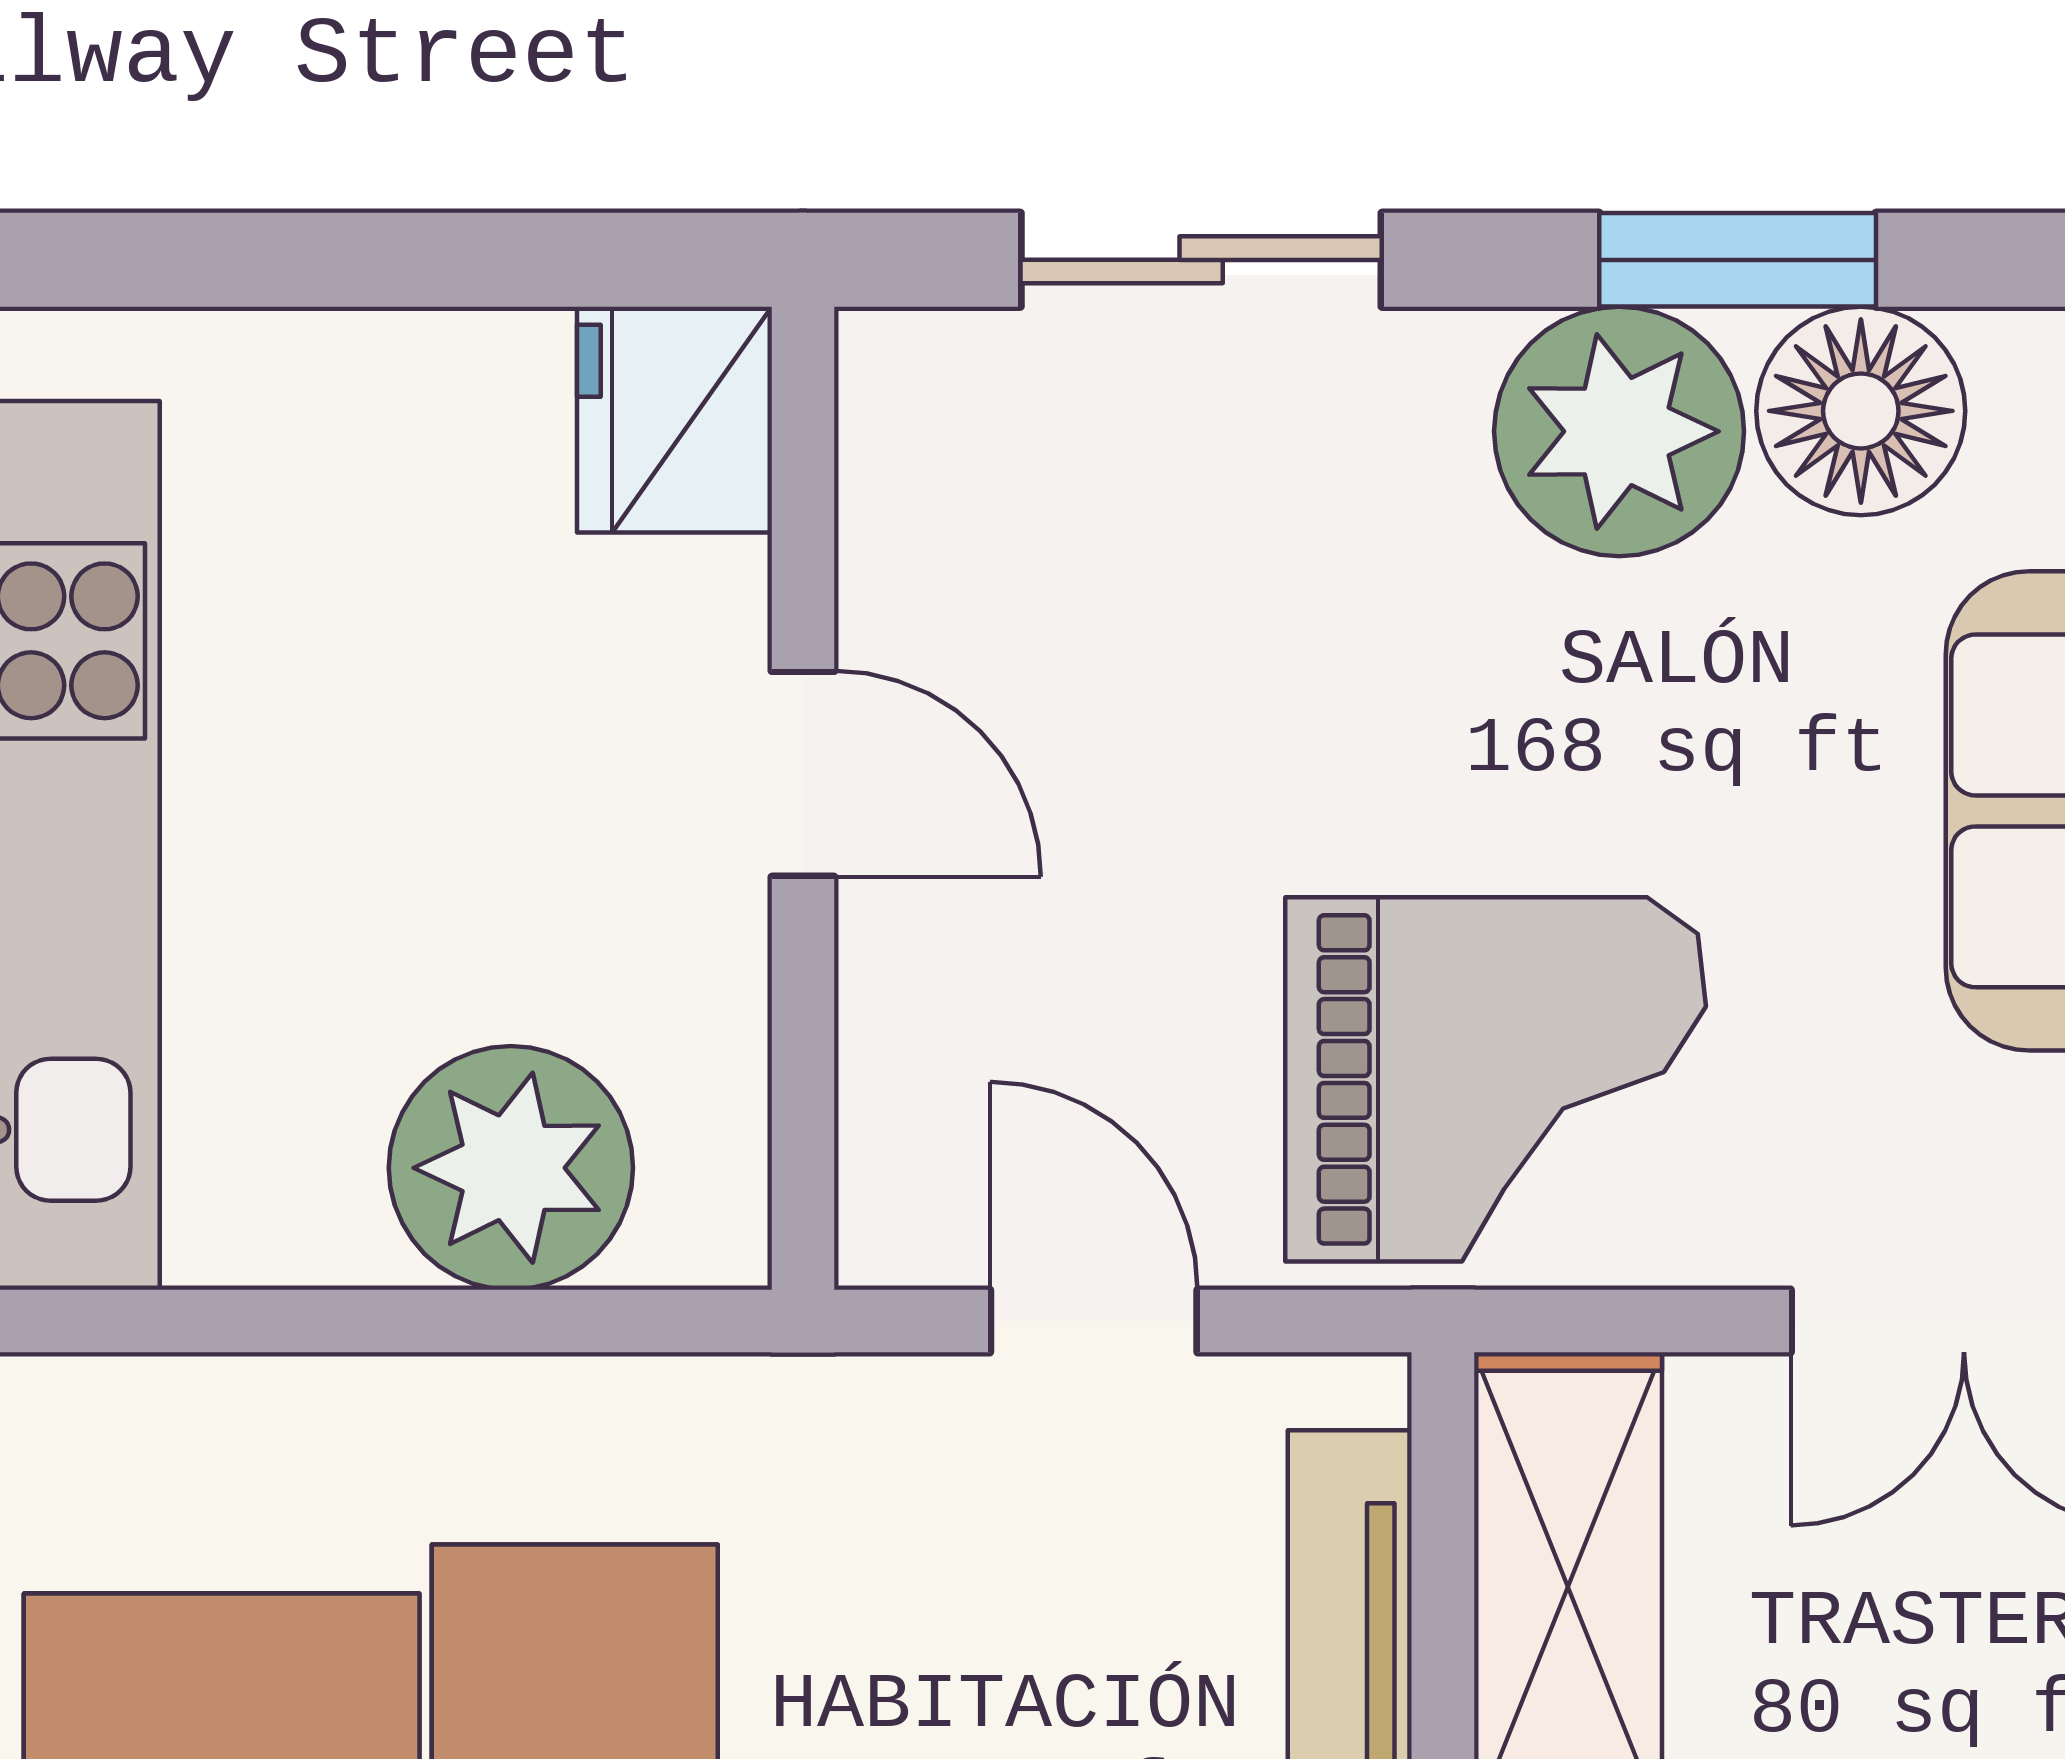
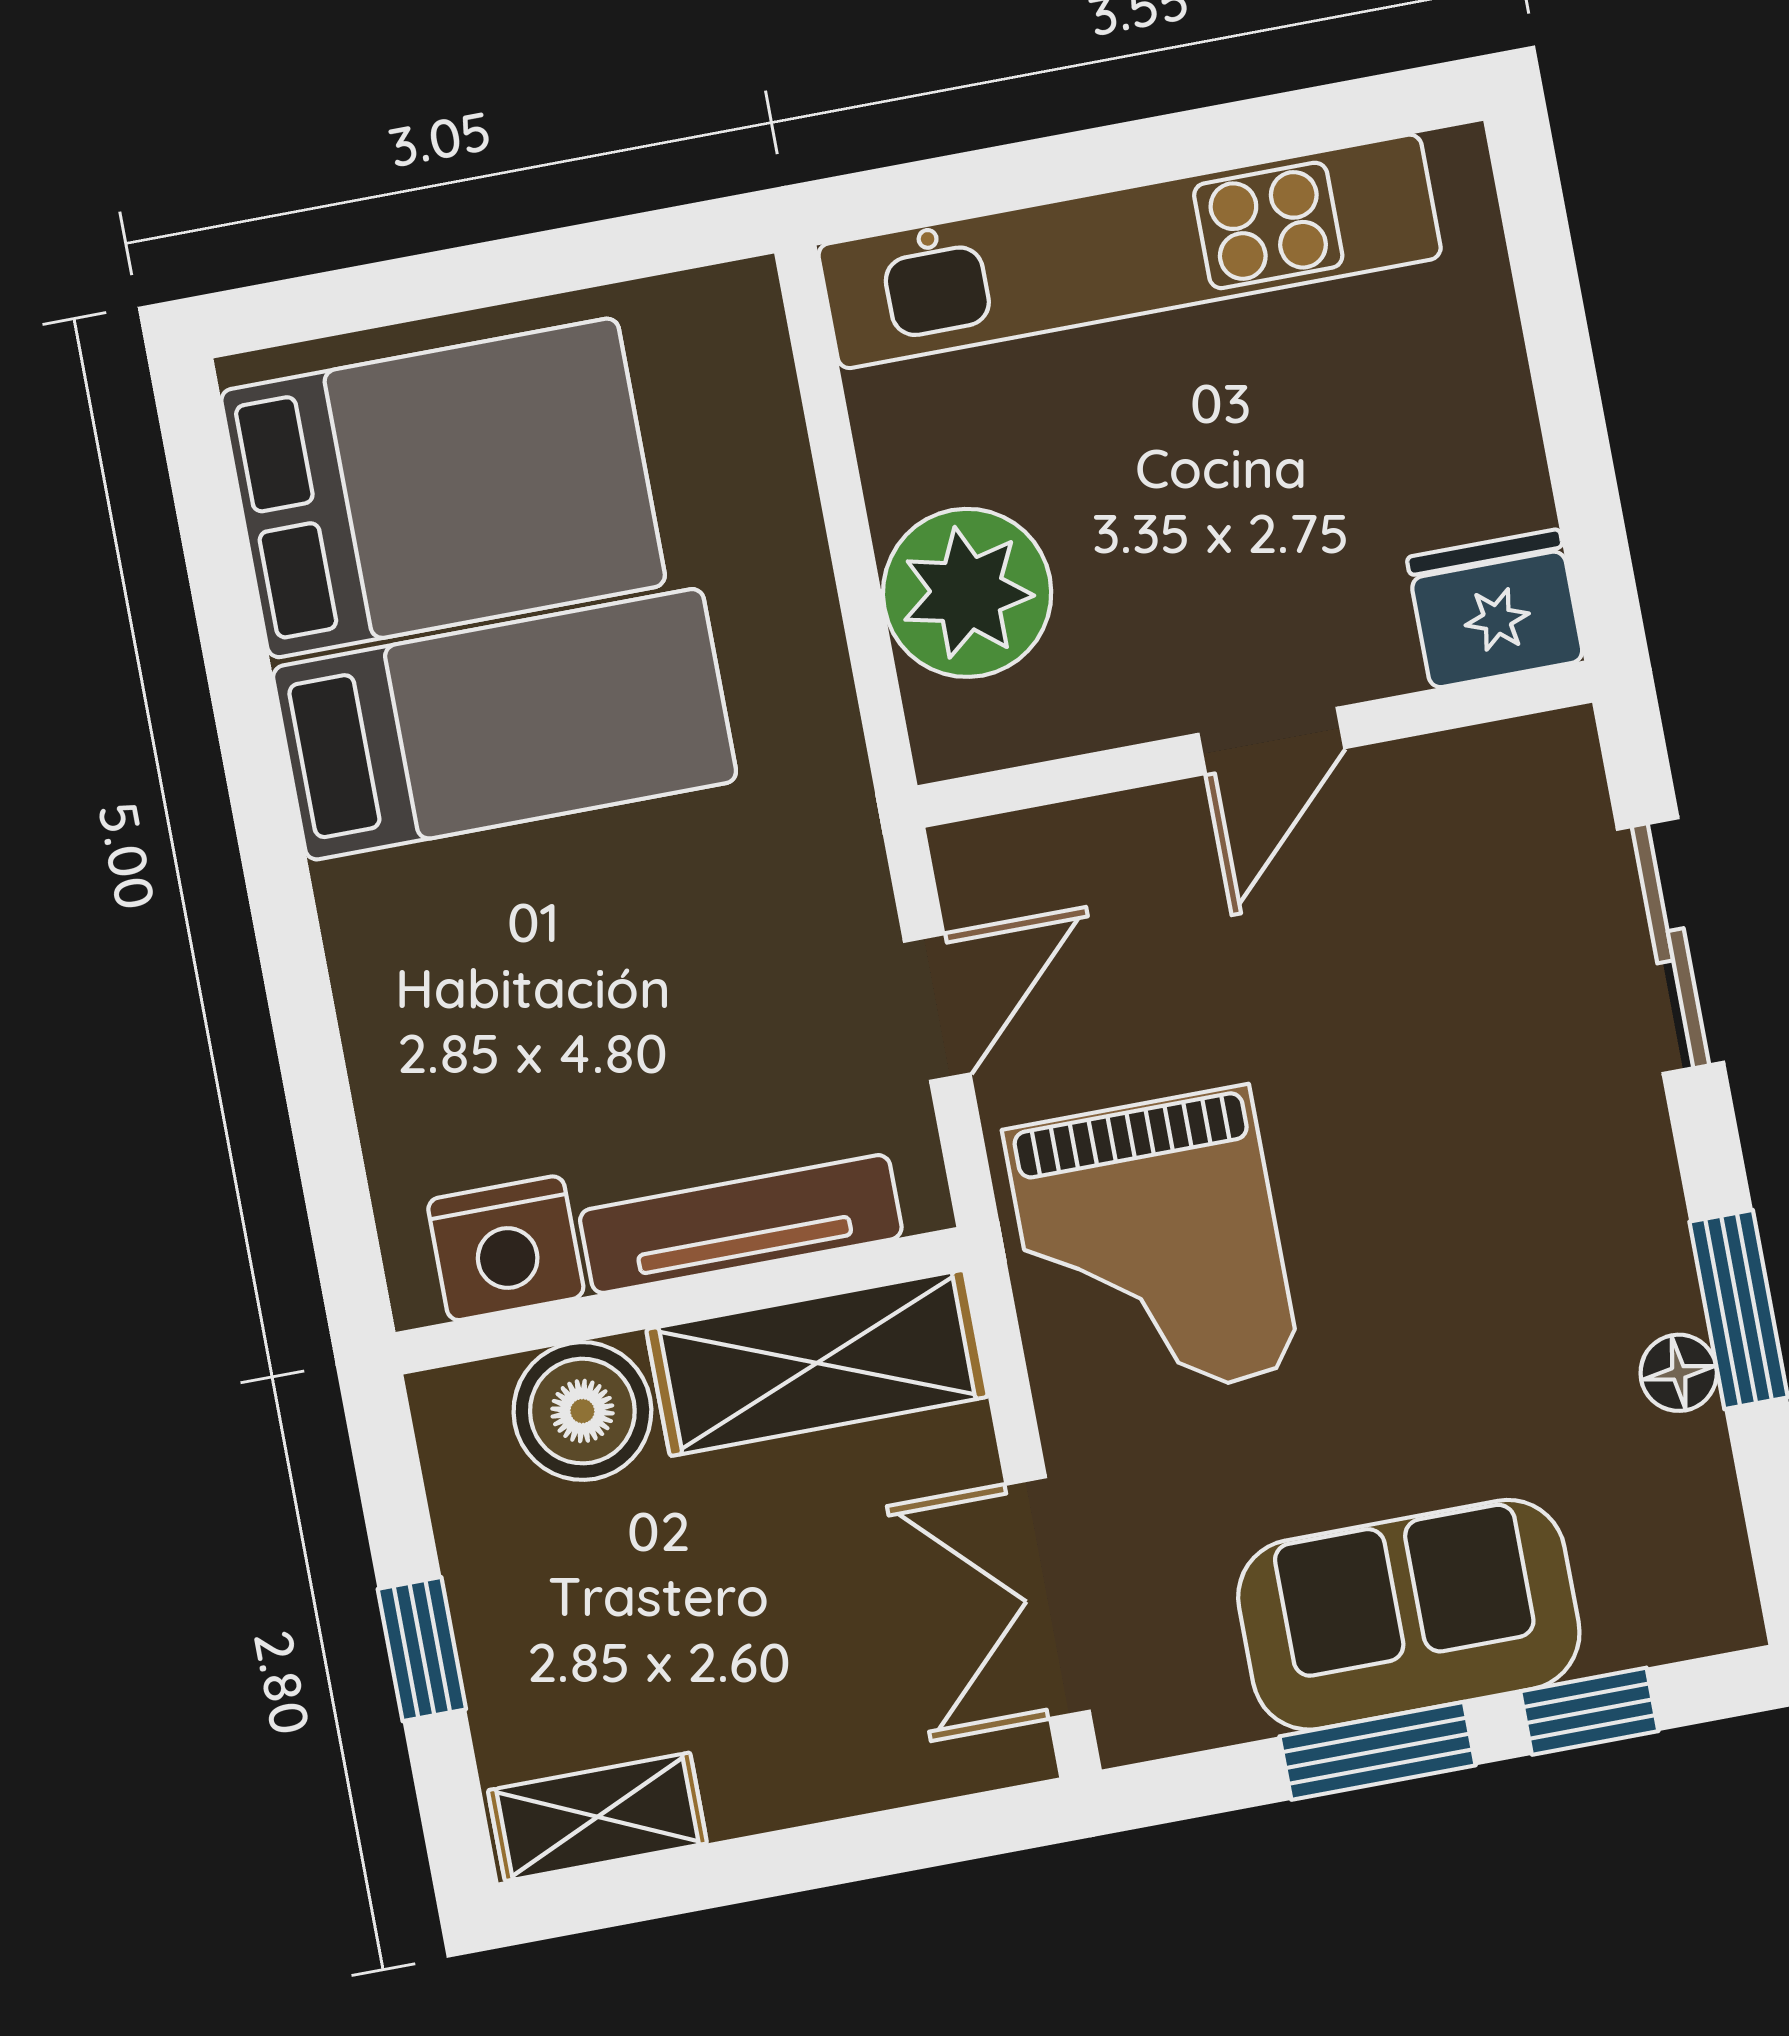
floor lamp: (1861, 411) -> (1679, 1373), width x0.53, depth x0.53
plant: (1619, 431) -> (1607, 1251), removed

